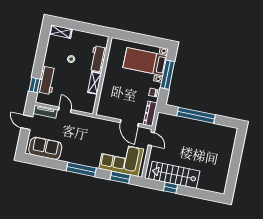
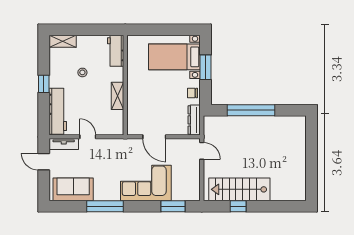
workbench: (98, 59) -> (116, 51), moved
window: (167, 75) -> (206, 67), width x0.69
workbench: (47, 80) -> (58, 111), width x1.38
window: (34, 85) -> (44, 84), moved
door: (129, 123) -> (154, 137), moved
corner sofa: (121, 159) -> (146, 183), moved
window: (81, 169) -> (105, 206), moved

